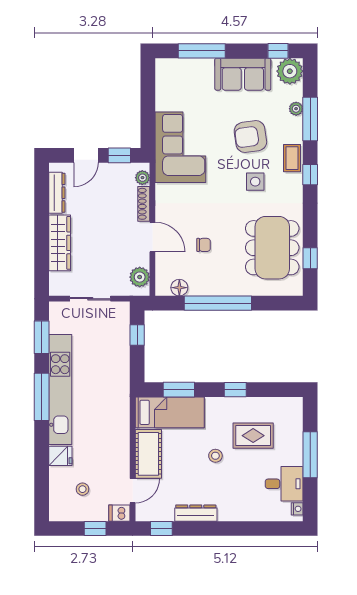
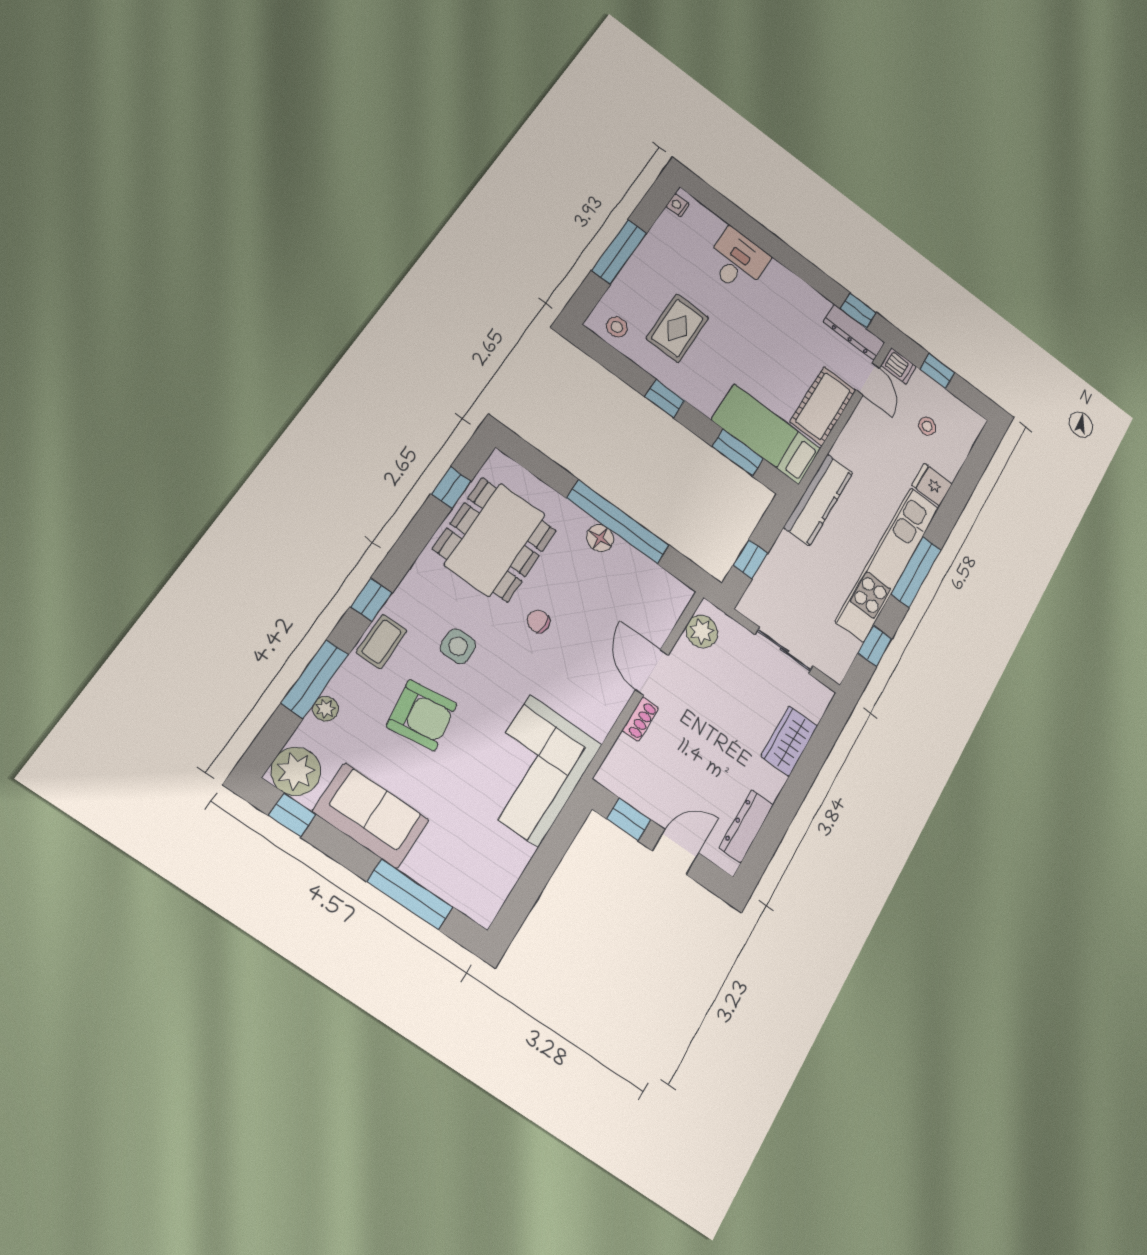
plant: (142, 178) -> (615, 764), removed
shoe rack: (144, 204) -> (640, 719), width x0.70
wardrobe: (60, 243) -> (789, 741), width x0.67
chair: (203, 245) -> (538, 621), moved
floor lamp: (179, 288) -> (600, 538), moved
window: (42, 337) -> (875, 646), width x0.67
kitchen counter: (120, 397) -> (818, 500), added
rug: (253, 436) -> (677, 328), turned 90
stool: (215, 456) -> (617, 327), moved
desk: (284, 484) -> (737, 261), moved, turned 90
door: (133, 491) -> (868, 379), swing flipped
dresser: (196, 513) -> (854, 332), moved

